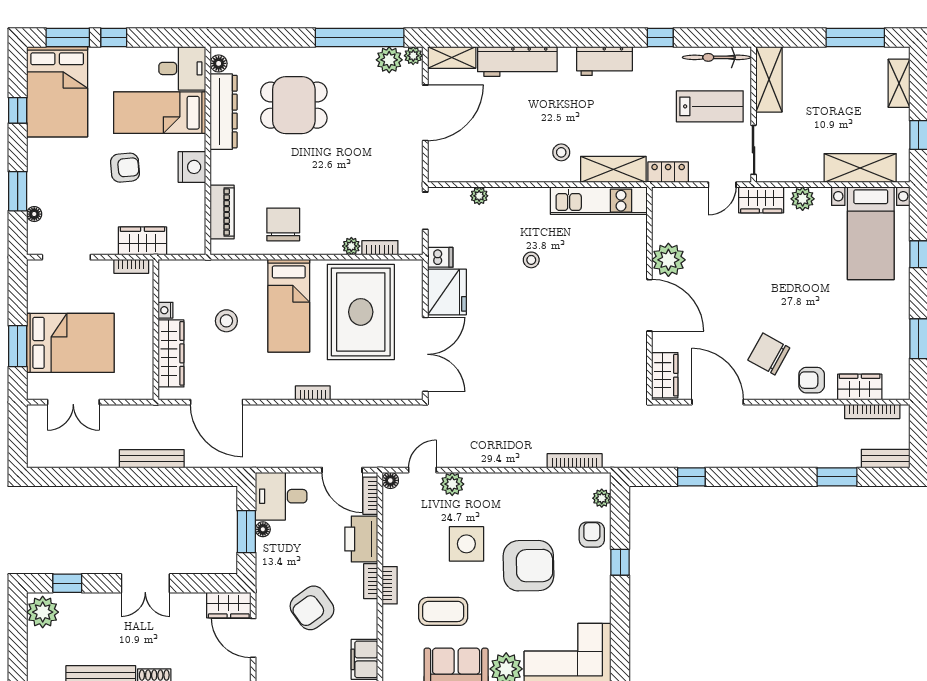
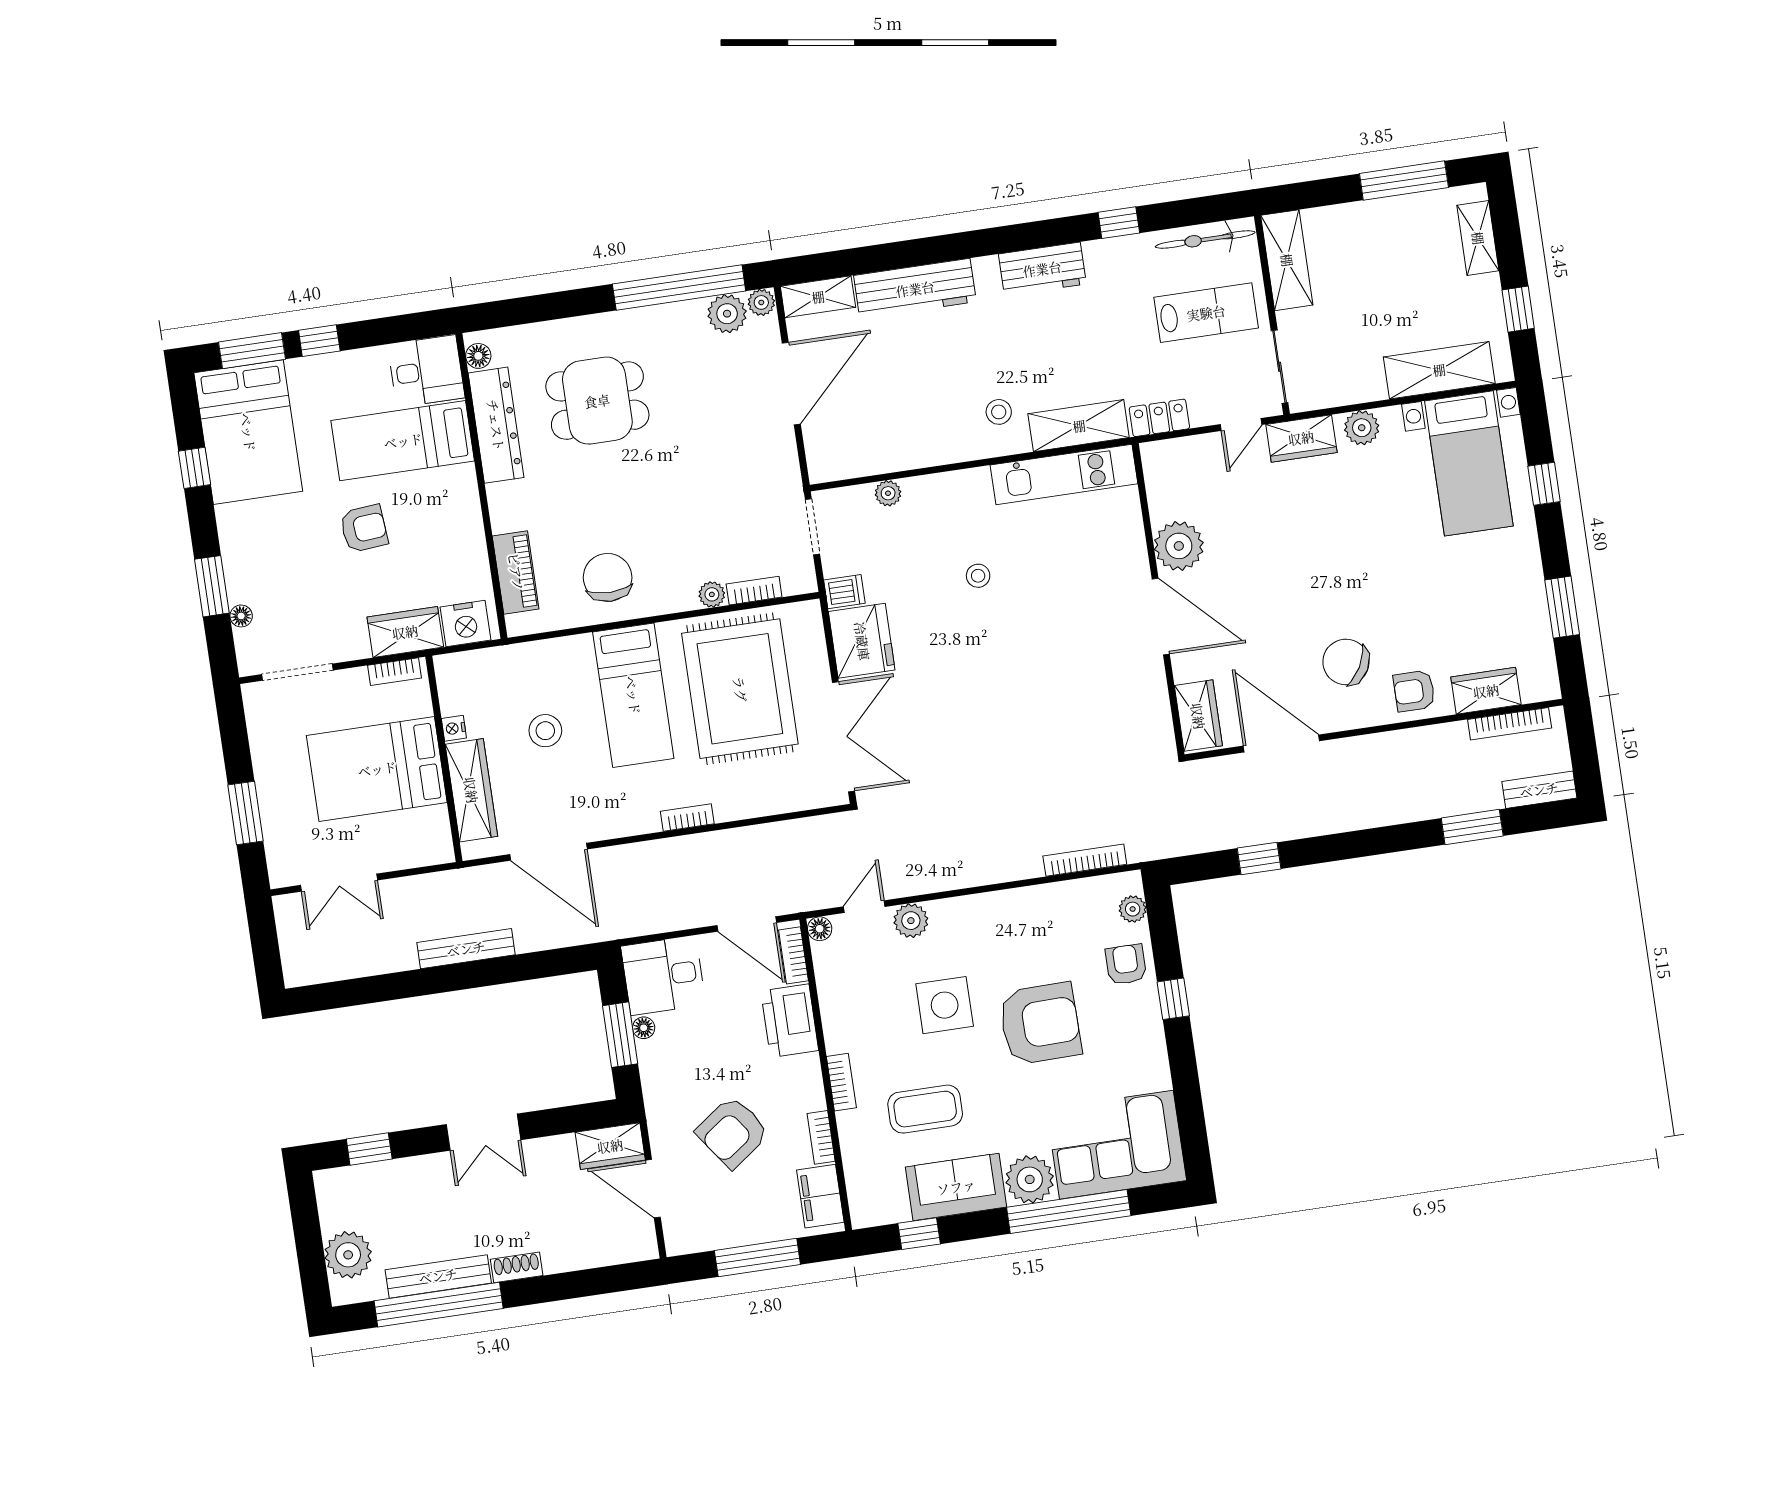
nightstand: (192, 167) -> (466, 623), moved, turned 90
bed: (70, 343) -> (377, 769), moved, turned 180
bookcase: (371, 581) -> (821, 1137), moved
plant: (43, 612) -> (348, 1255), moved

